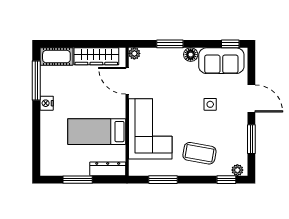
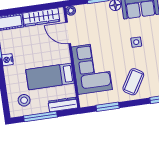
coffee table: (199, 153) -> (133, 82), turned -69
stool: (60, 157) -> (24, 100), added
window: (78, 180) -> (40, 116), width x1.44

